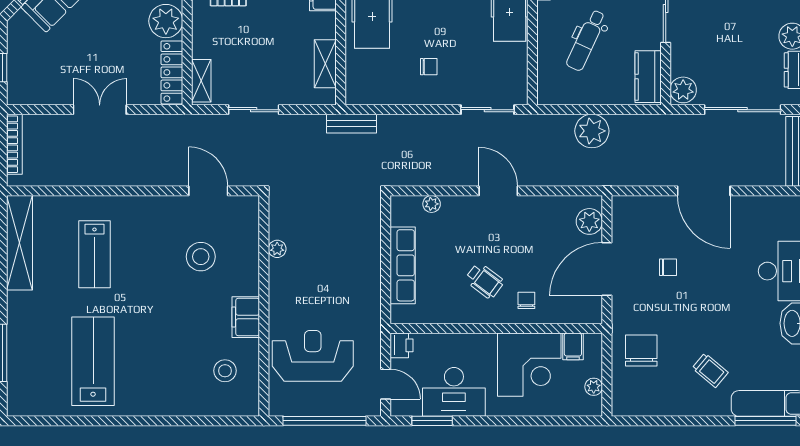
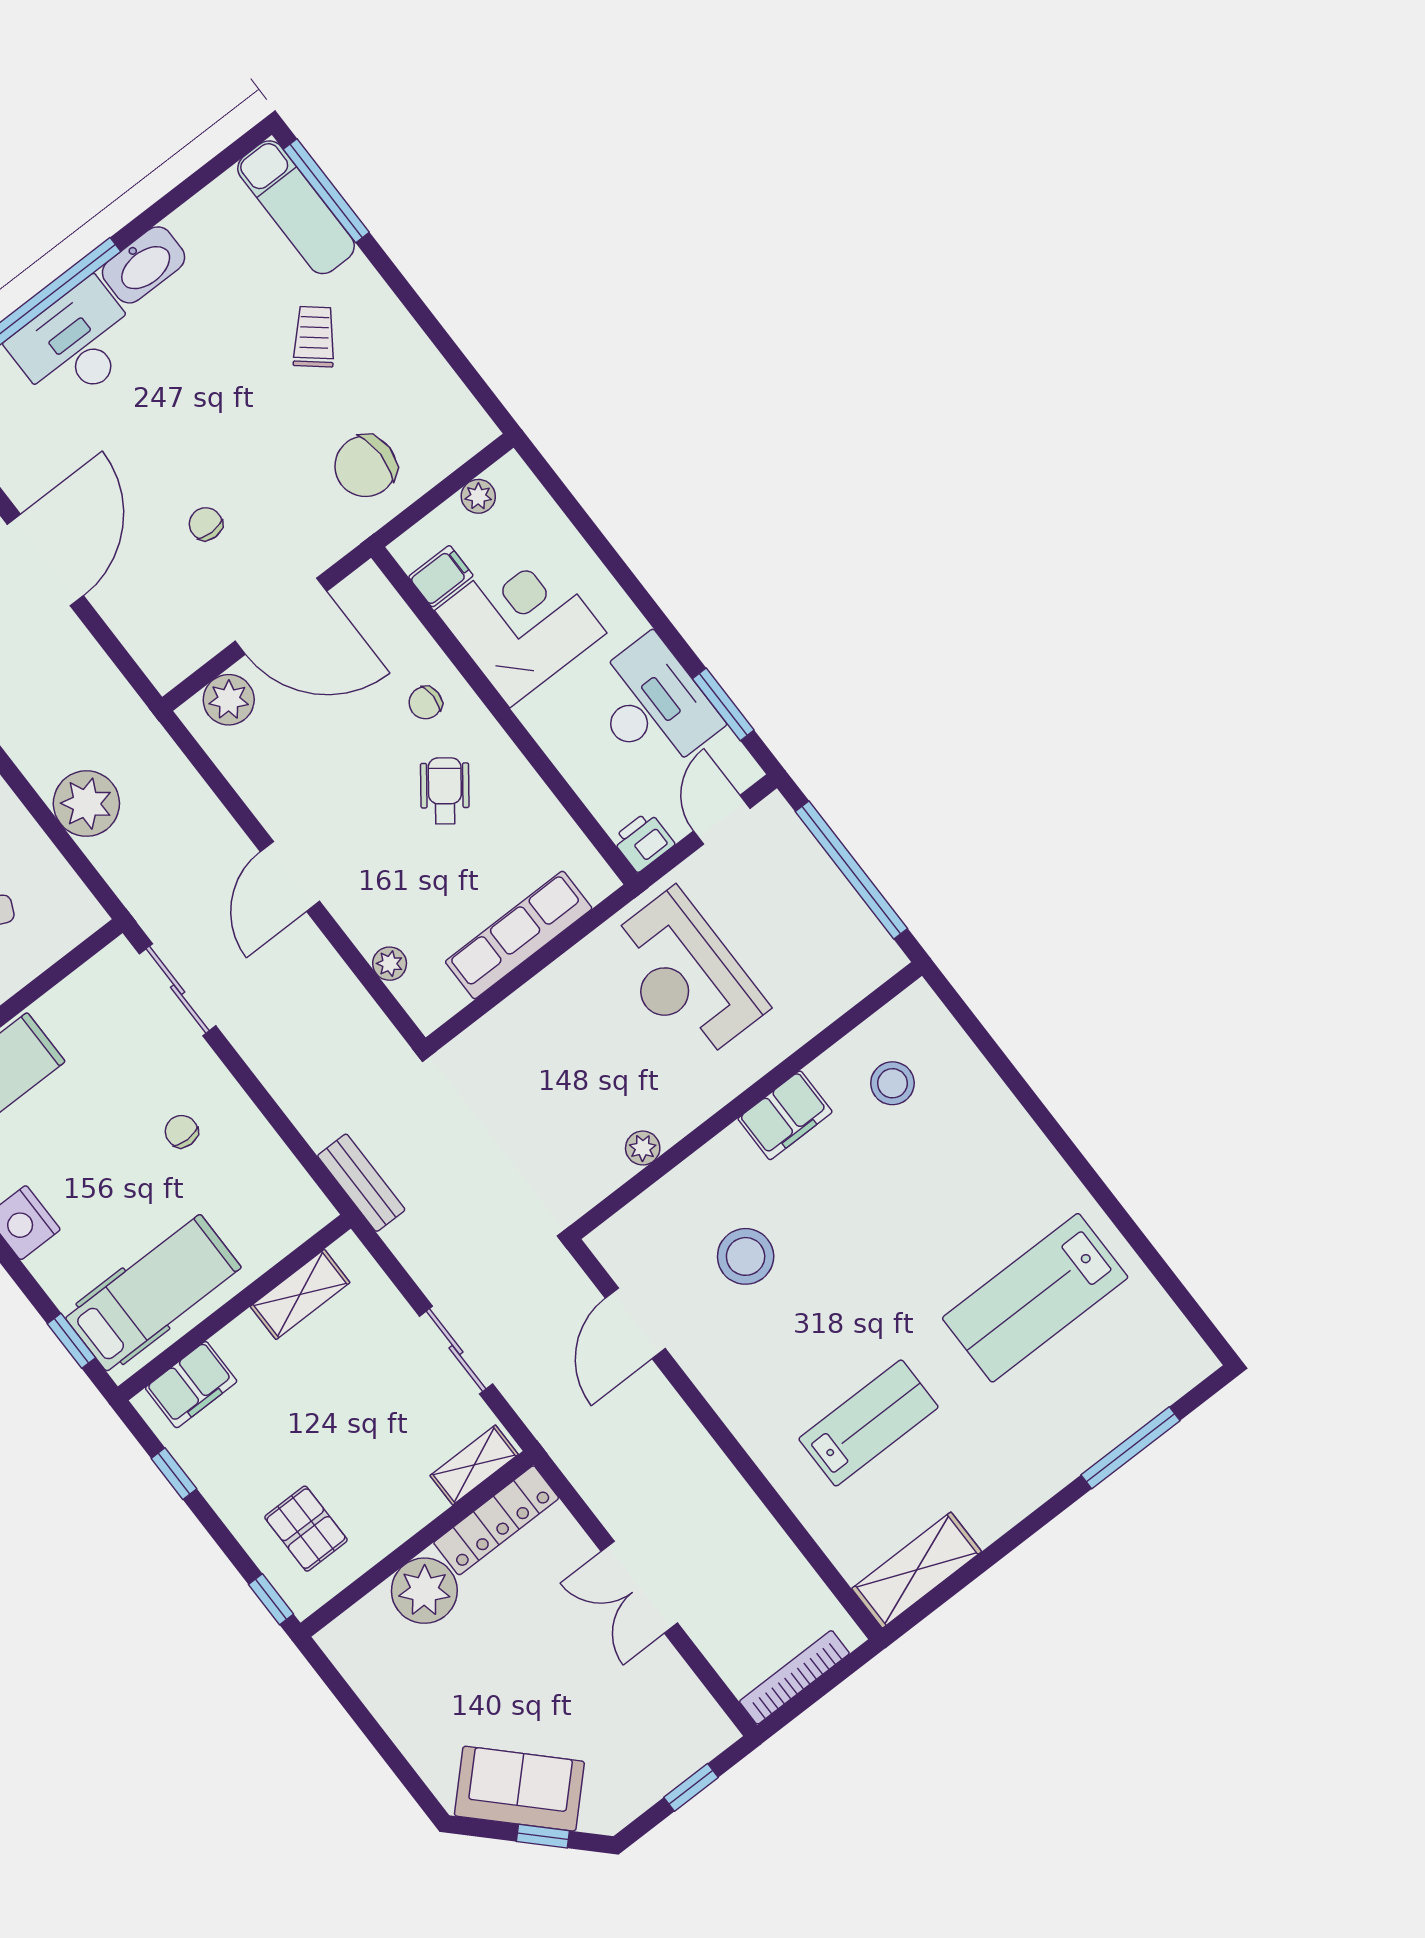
shelving: (20, 243) -> (917, 1570), width x0.68
reception desk: (313, 356) -> (685, 976), moved

